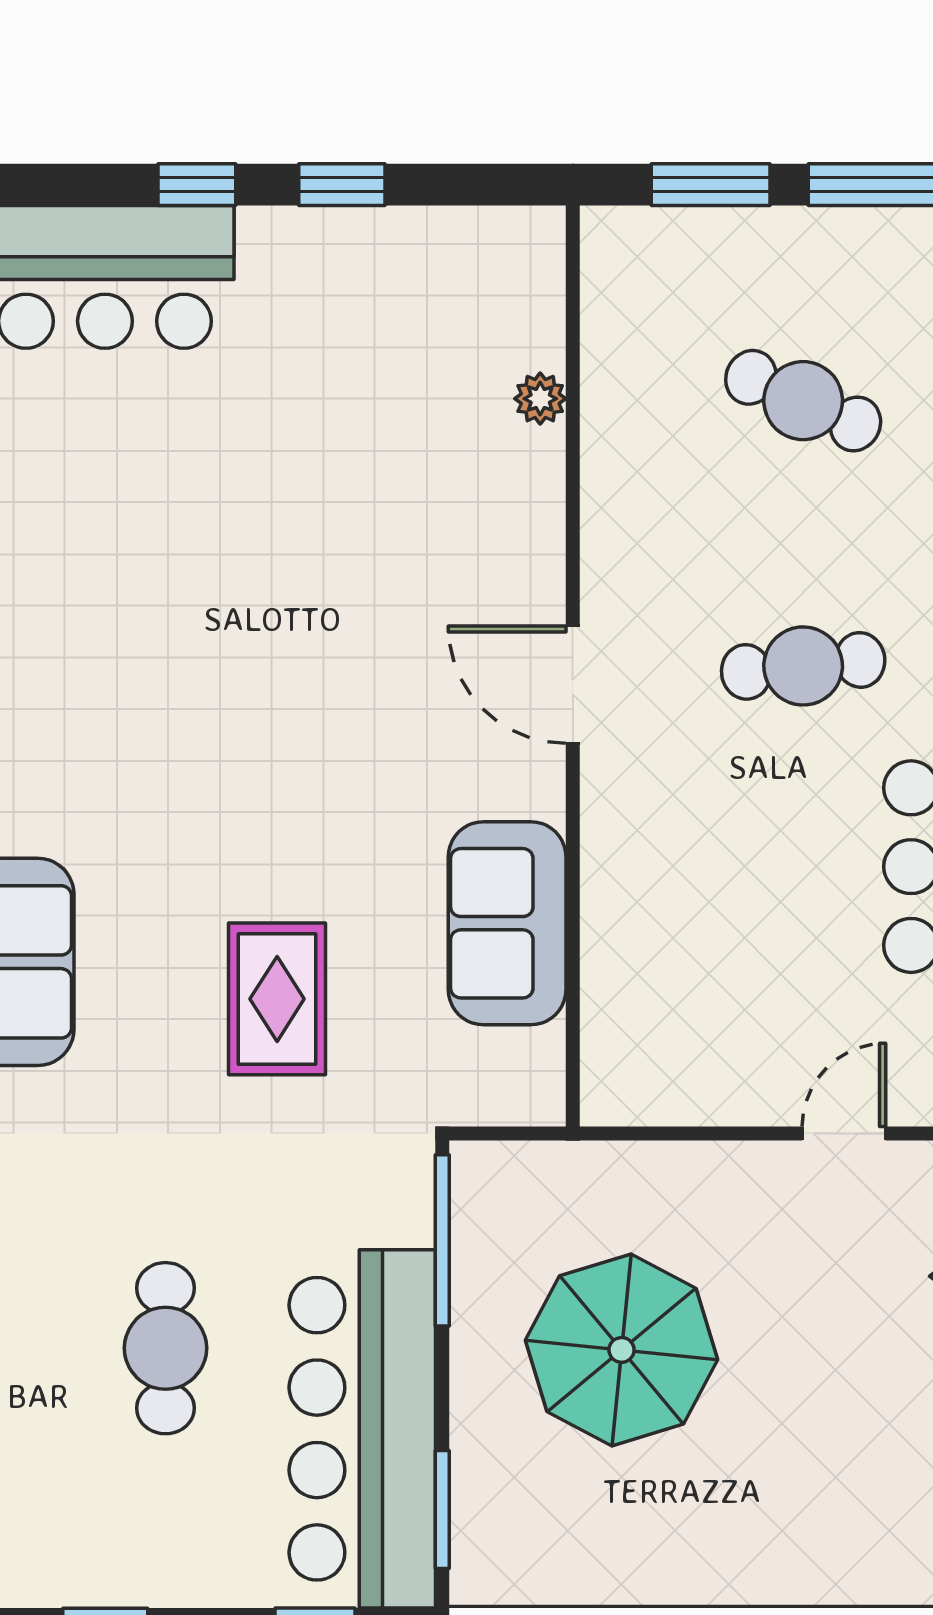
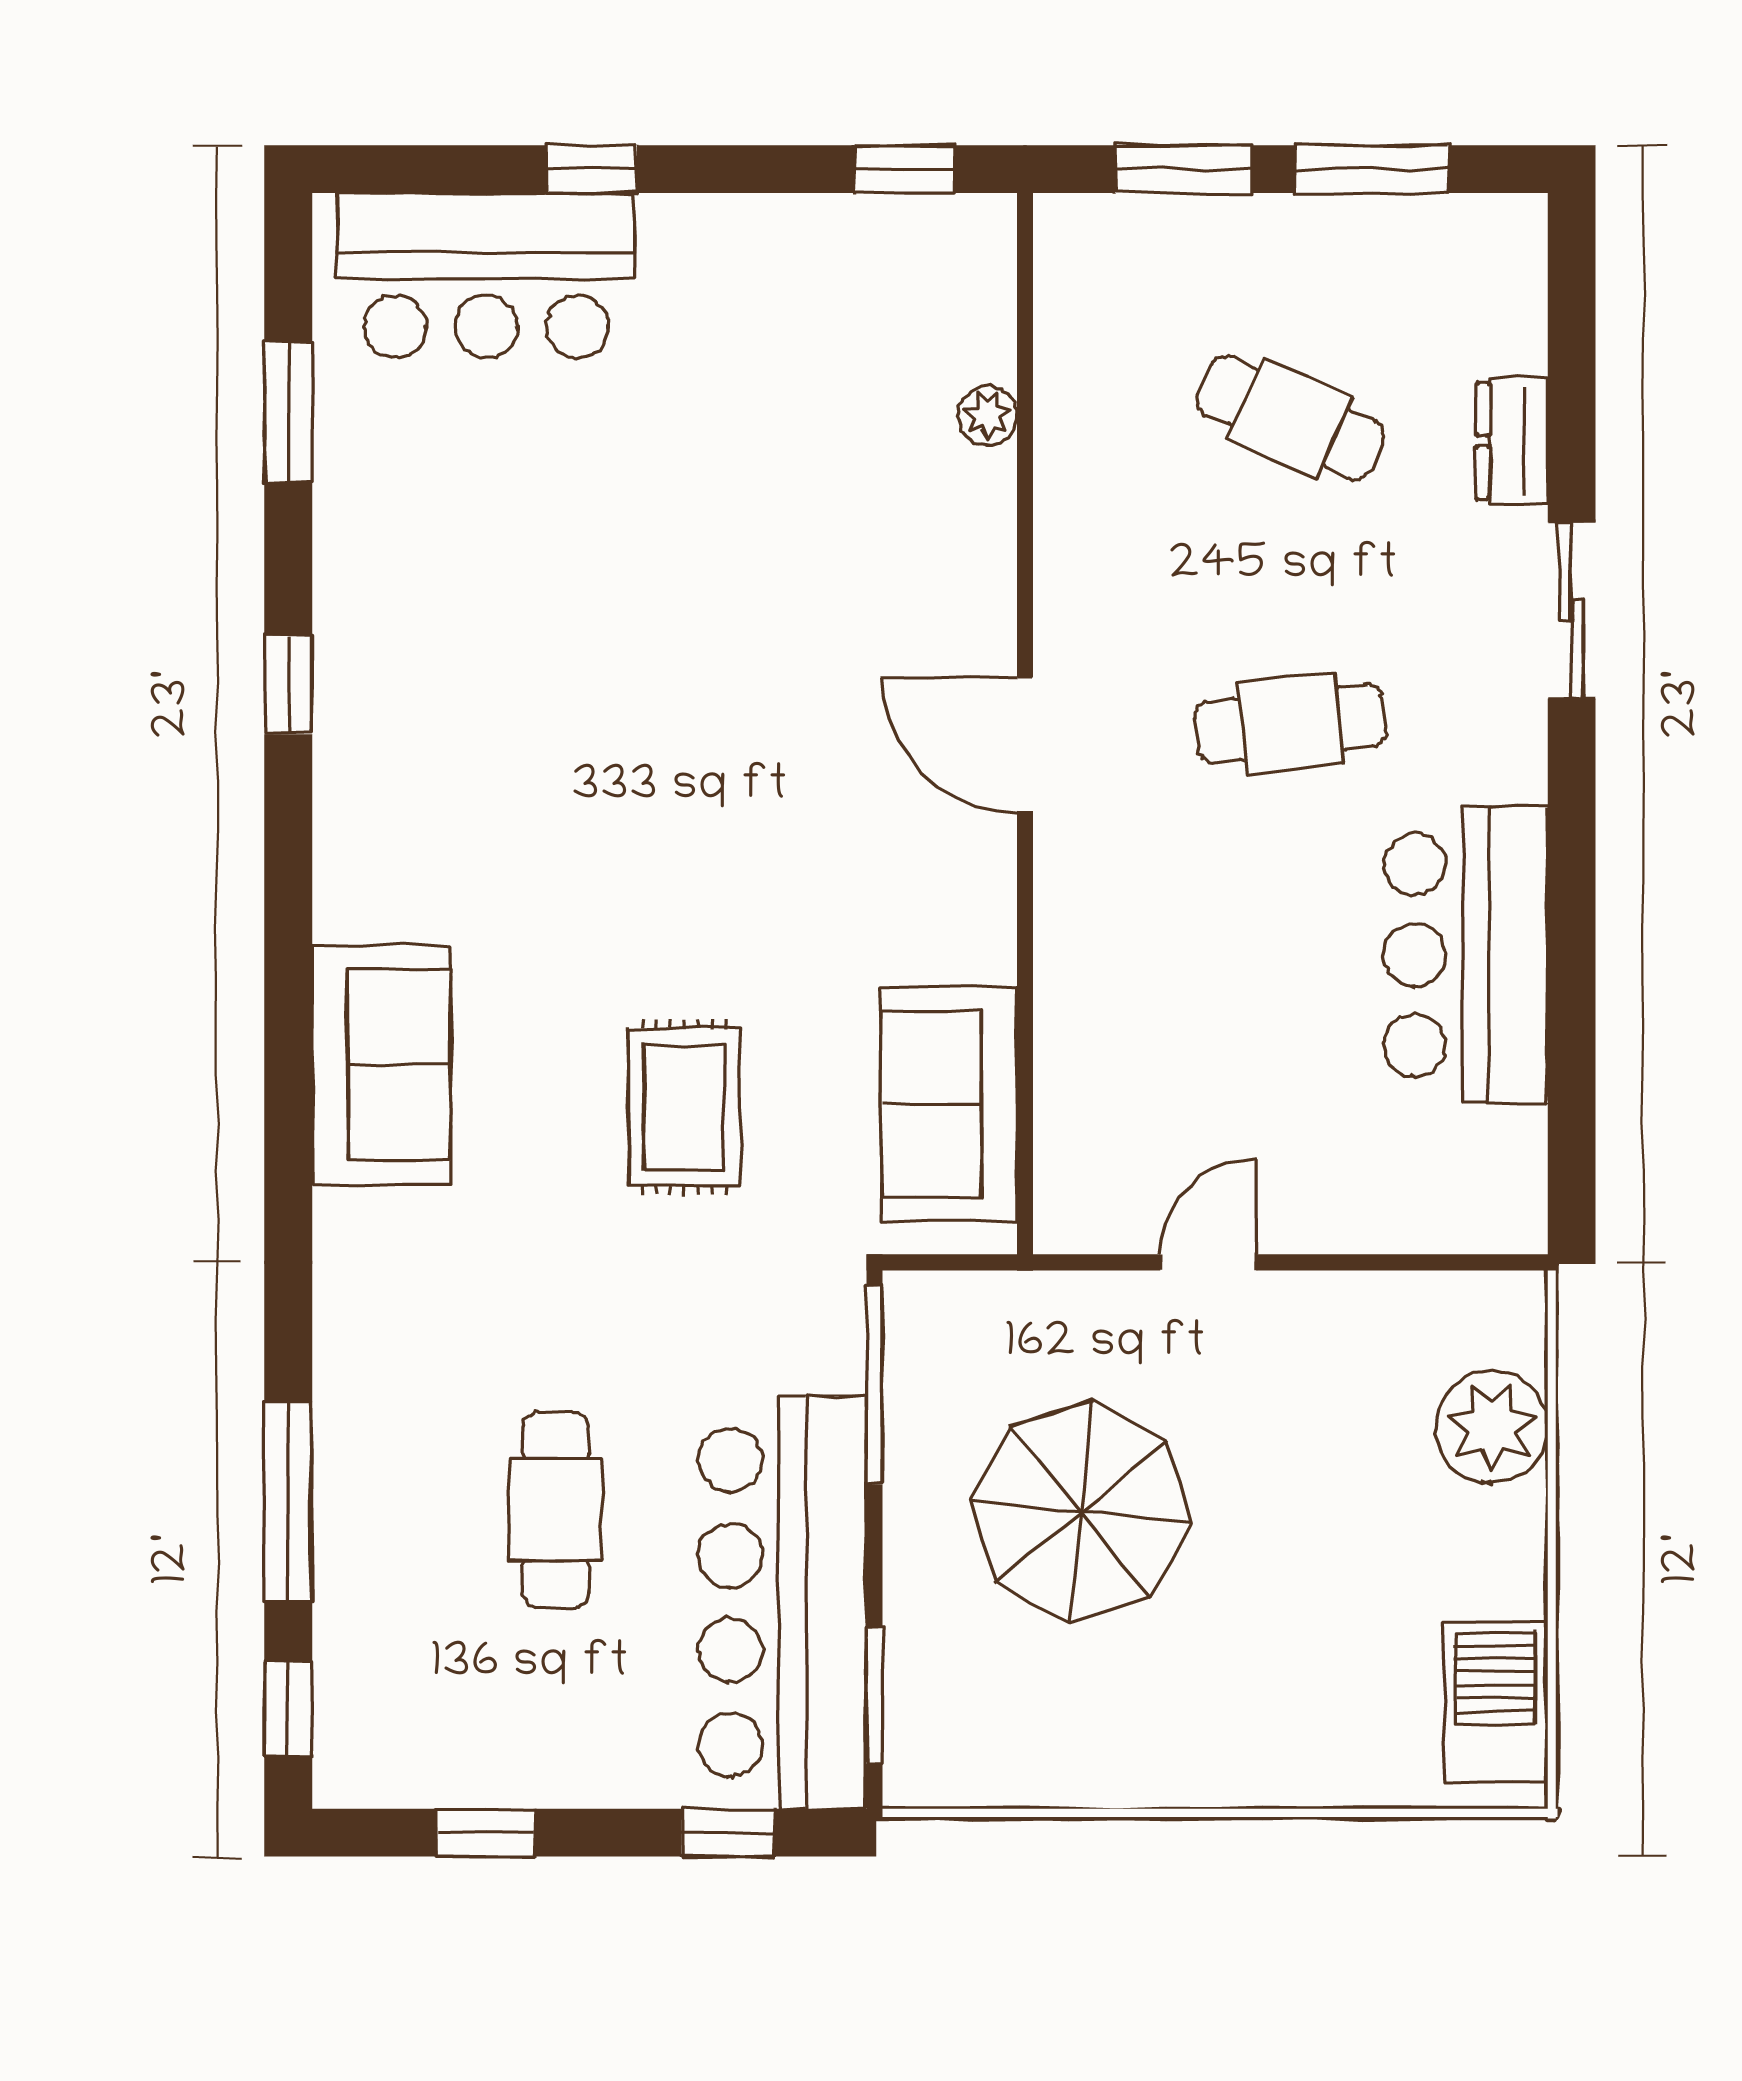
window: (342, 185) -> (904, 169), moved
sofa: (507, 923) -> (949, 1104), moved
door: (844, 1134) -> (1208, 1262), moved

